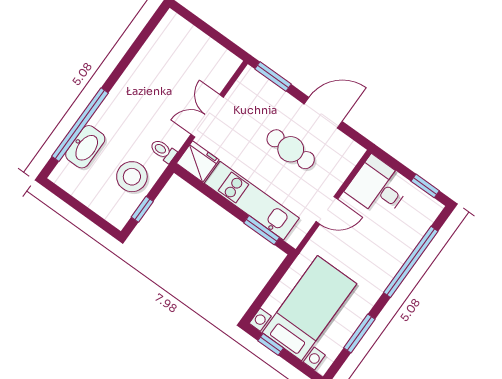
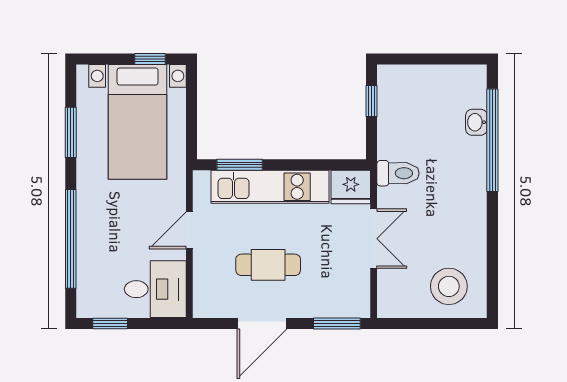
washbasin: (85, 147) -> (476, 122), width x0.52, depth x0.69
toilet: (163, 151) -> (398, 173), width x1.37, depth x1.39
stool: (132, 177) -> (449, 286), moved

